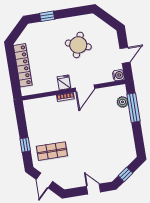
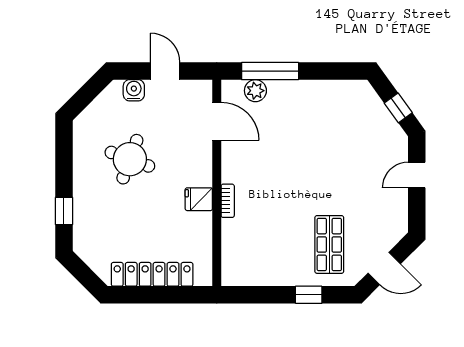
water cooler: (118, 75) -> (134, 90), moved
door: (85, 88) -> (217, 121), moved

